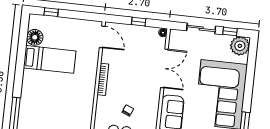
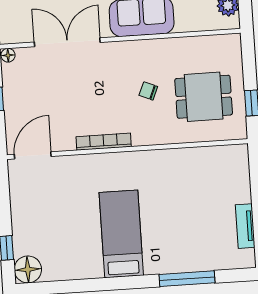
floor lamp: (35, 37) -> (28, 269), moved
bed: (50, 59) -> (121, 234), moved

